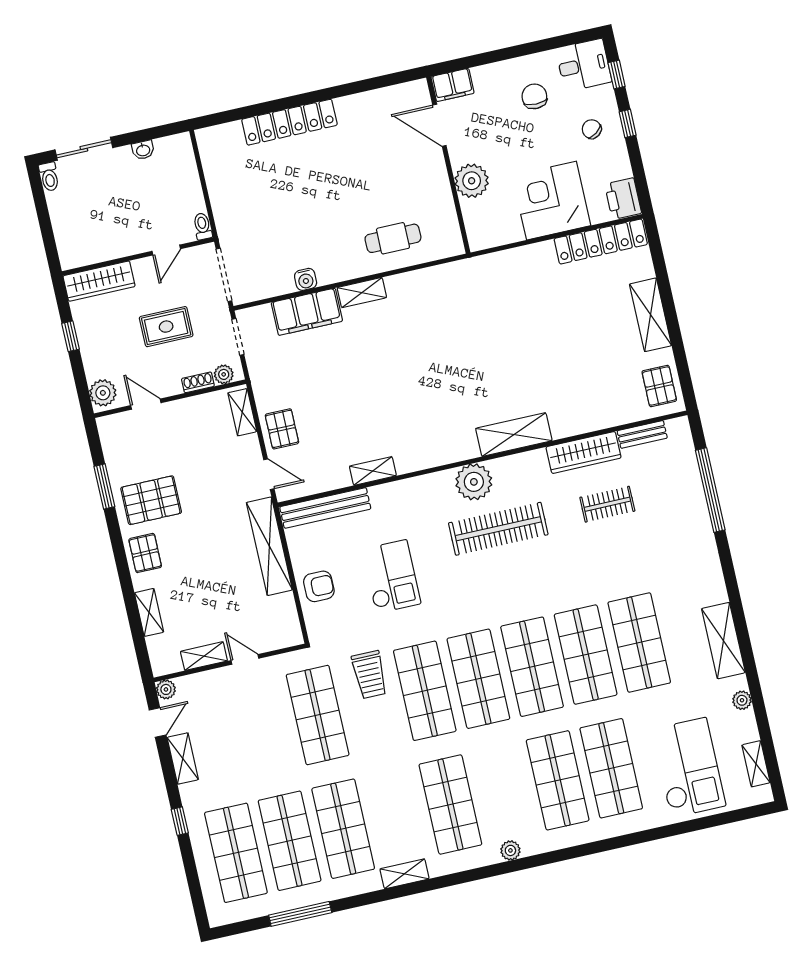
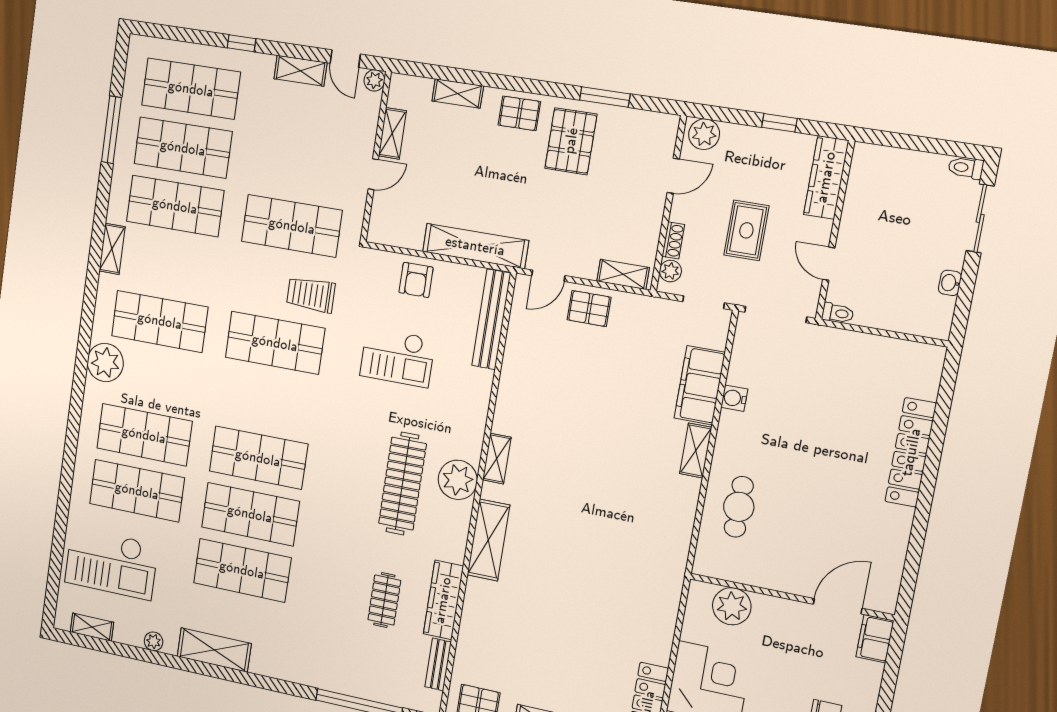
plant: (472, 181) -> (732, 606), moved
shelving: (373, 471) -> (497, 459), moved
shop shelf: (478, 679) -> (267, 400), removed
plant: (510, 850) -> (105, 363), width x1.87, depth x1.87

